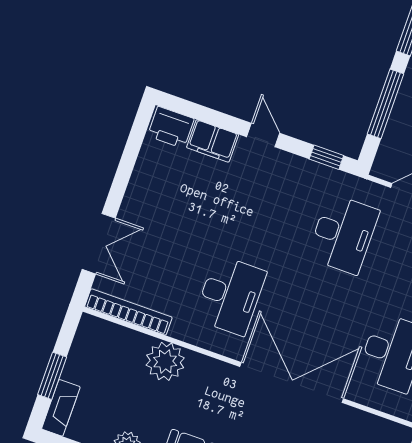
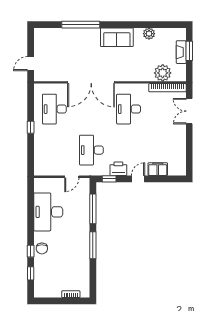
printer: (171, 127) -> (118, 169), moved
door: (263, 135) -> (138, 179), swing flipped
plant: (165, 361) -> (163, 73), moved
fireplace: (61, 408) -> (181, 52), moved

